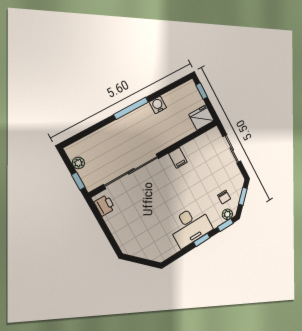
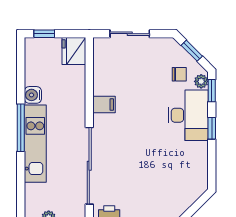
kitchen unit: (126, 125) -> (35, 144), added
desk: (190, 226) -> (188, 115), moved

